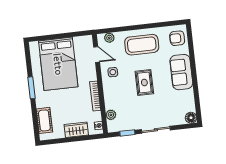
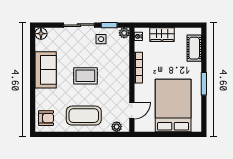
door: (97, 54) -> (132, 111), swing flipped
side table: (113, 72) -> (101, 39), moved
sofa: (181, 72) -> (46, 70), moved
rug: (144, 83) -> (85, 76), turned 90
plant: (111, 115) -> (124, 33), moved

